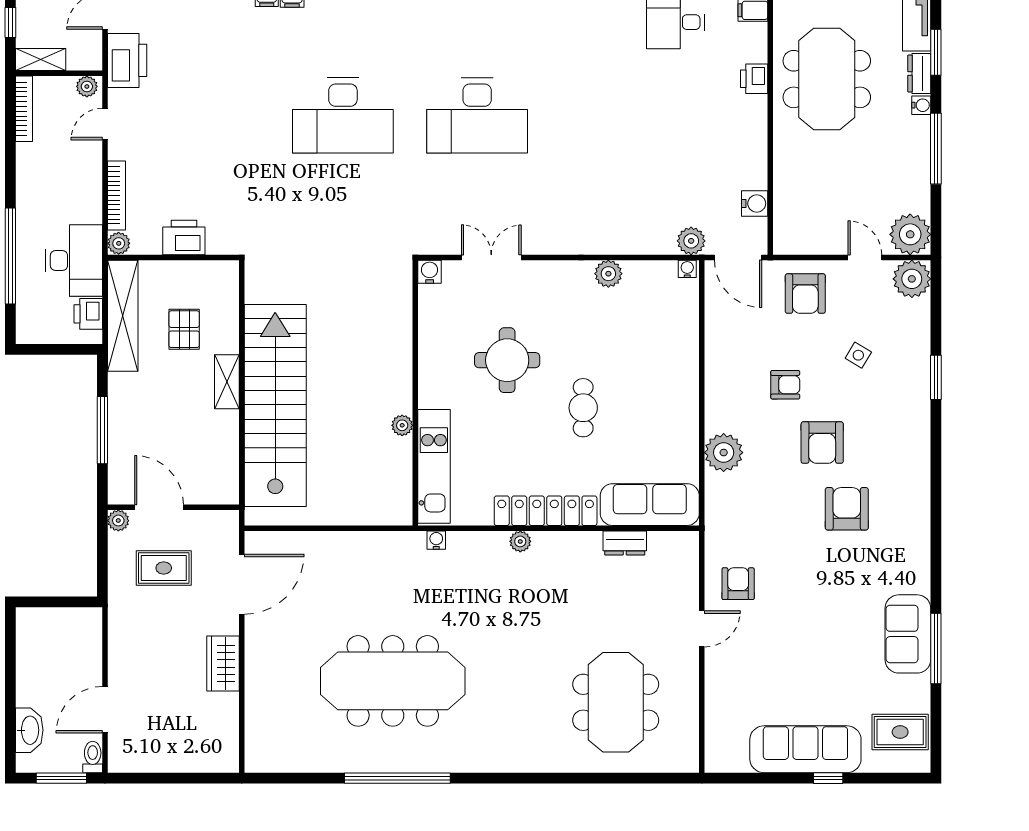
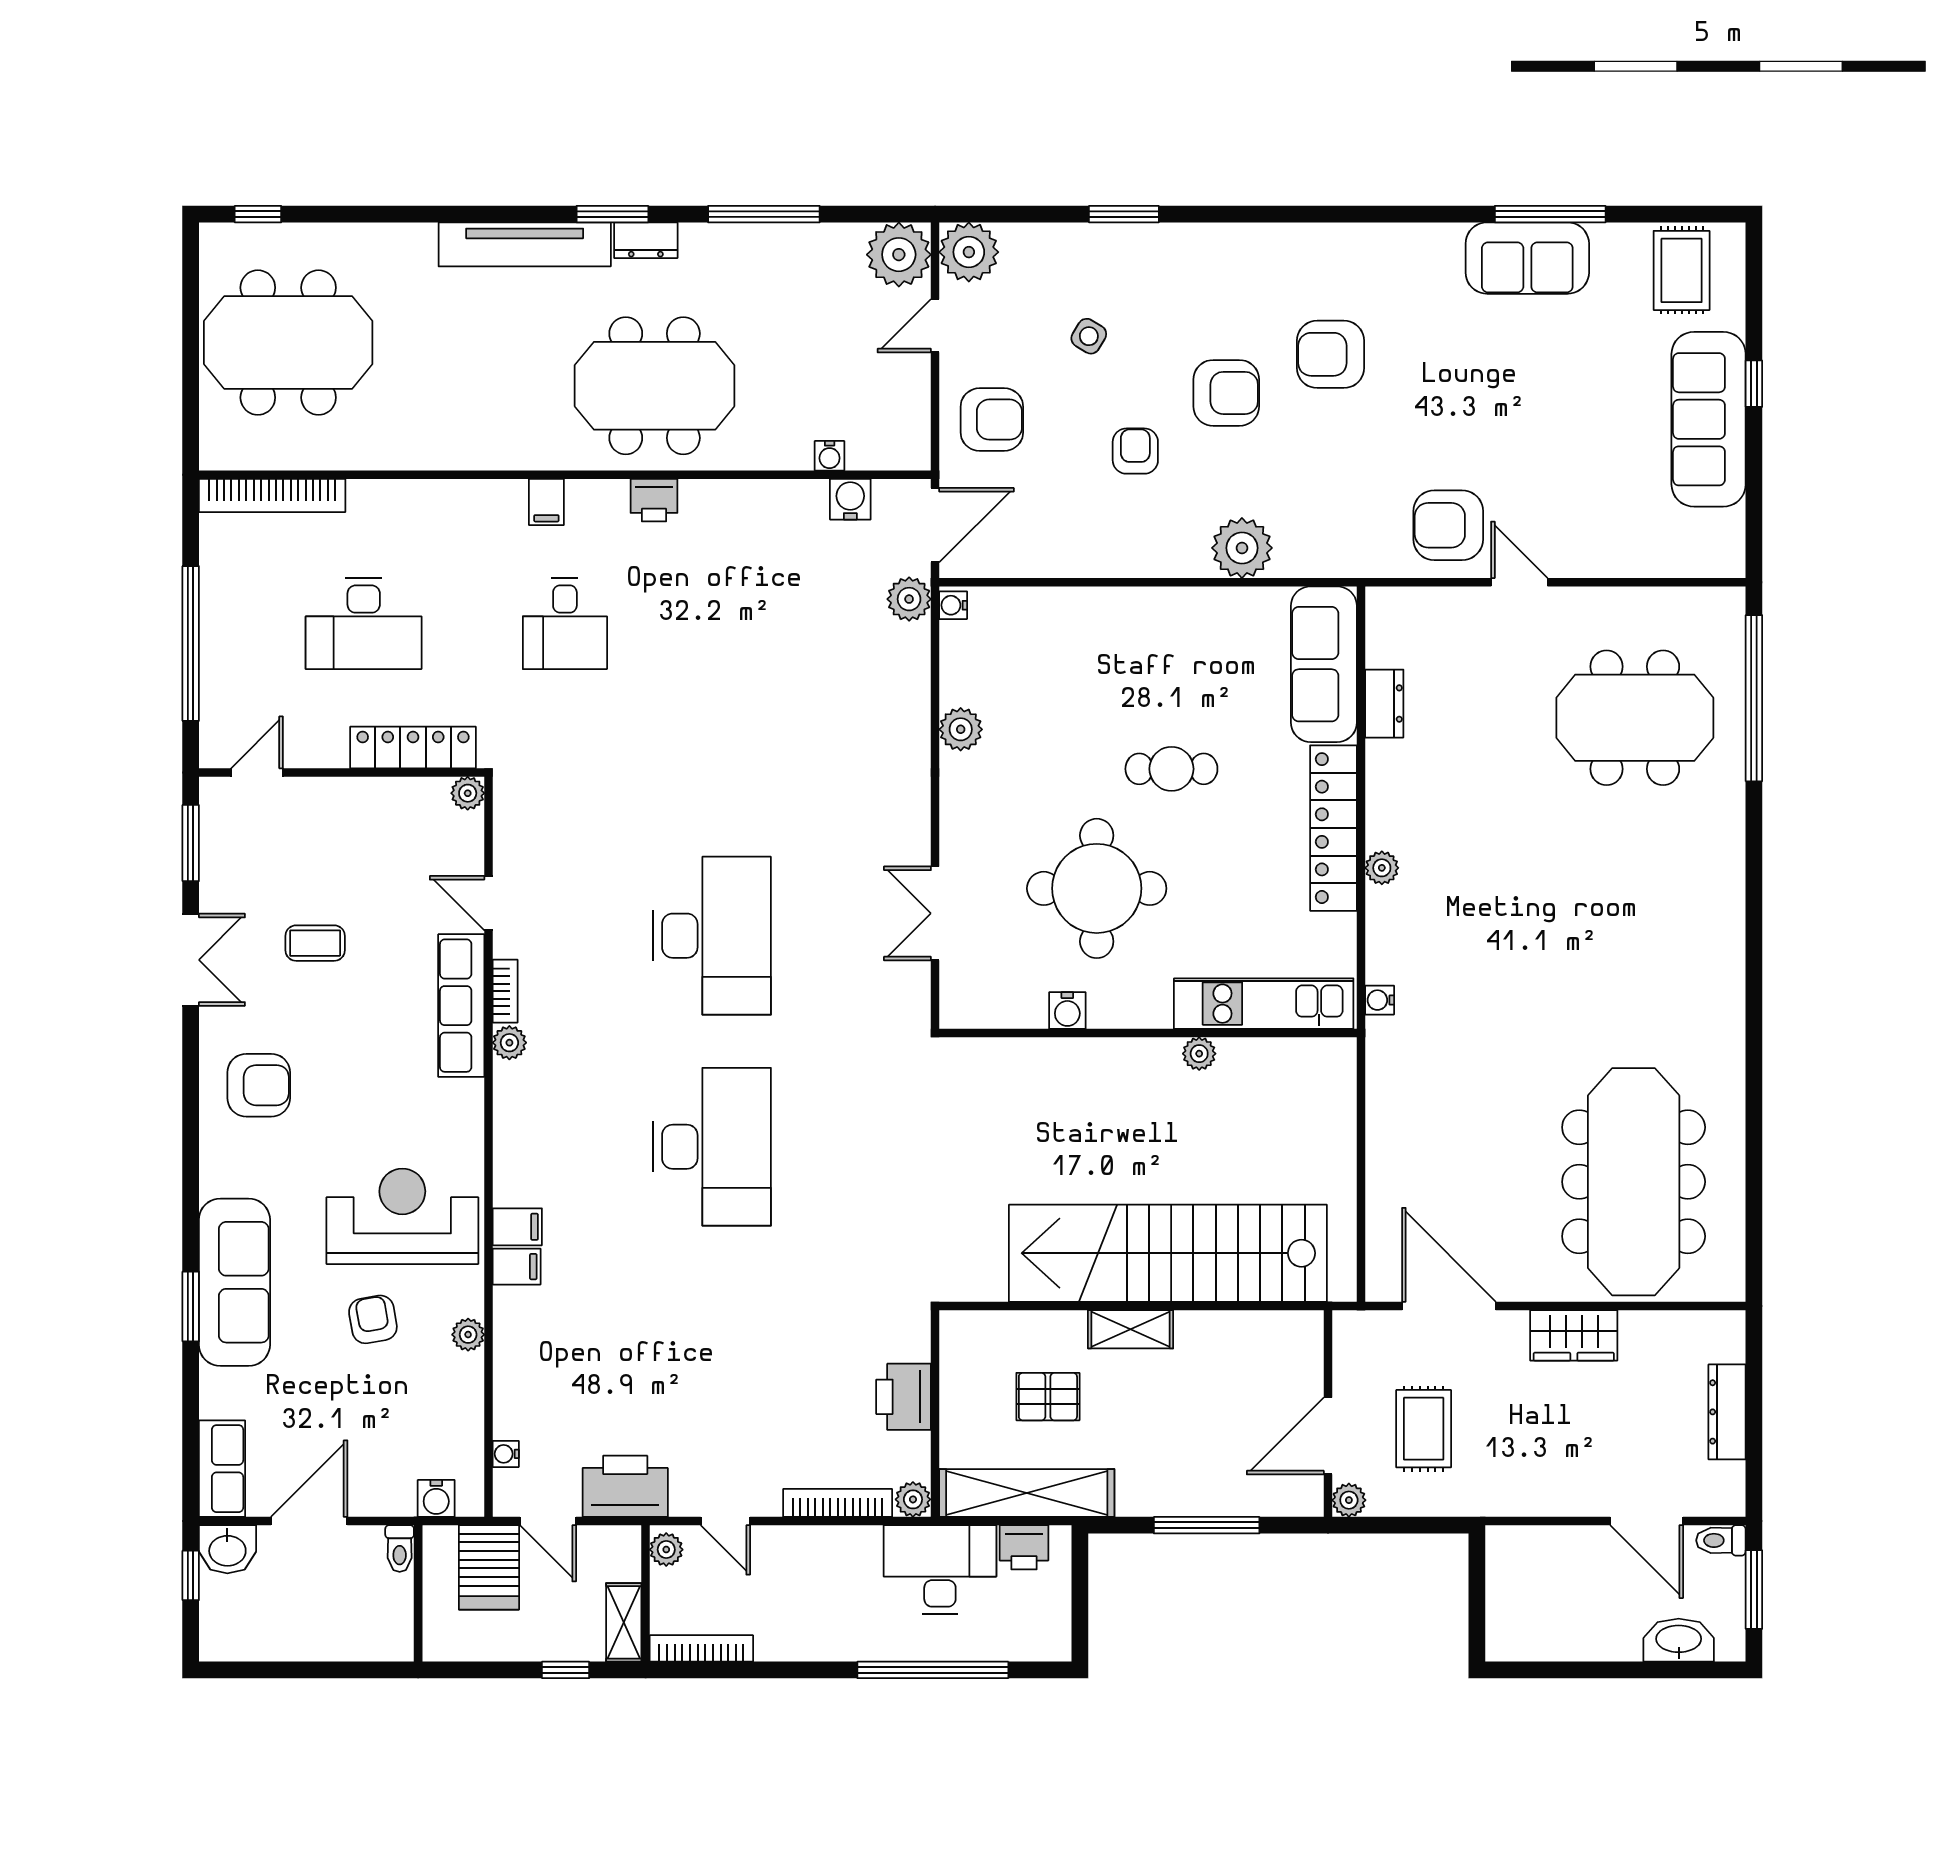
water cooler: (921, 105) -> (830, 456), moved, turned 180
water cooler: (430, 272) -> (1067, 1011), moved, turned -90
round table: (507, 360) -> (1097, 888), width x1.36, depth x1.36
armchair: (738, 584) -> (1448, 525), width x1.38, depth x1.38
meeting table: (393, 681) -> (1634, 1182), moved
dresser: (174, 761) -> (1727, 1412), added
window: (397, 778) -> (1754, 698), moved

